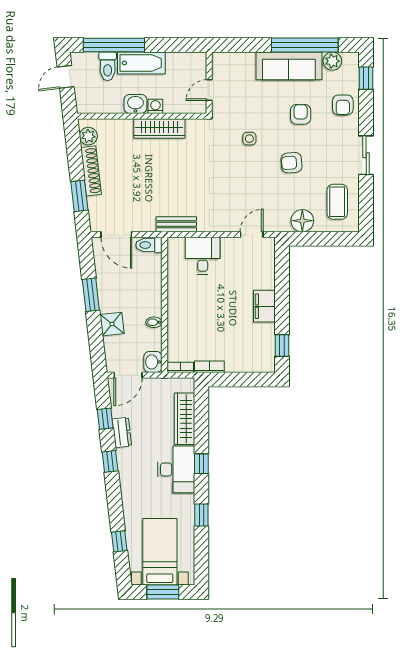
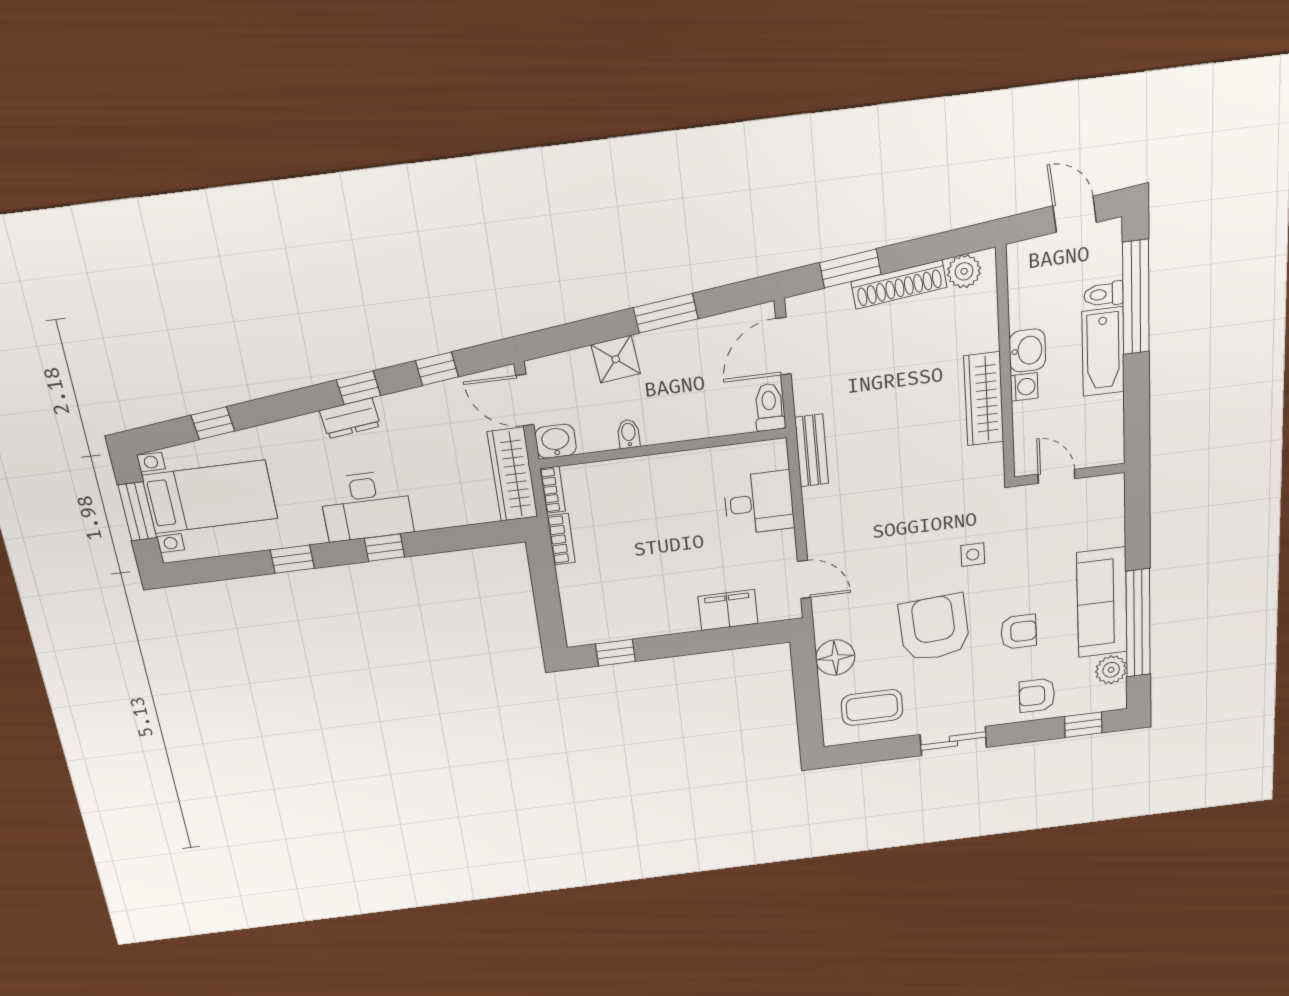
toilet: (108, 66) -> (1104, 294), width x0.73, depth x0.72
armchair: (292, 163) -> (934, 628), width x1.88, depth x1.88
filing cabinet: (264, 306) -> (728, 610), moved
wardrobe: (184, 419) -> (513, 474), moved, turned -90
dresser: (122, 432) -> (350, 418), moved

